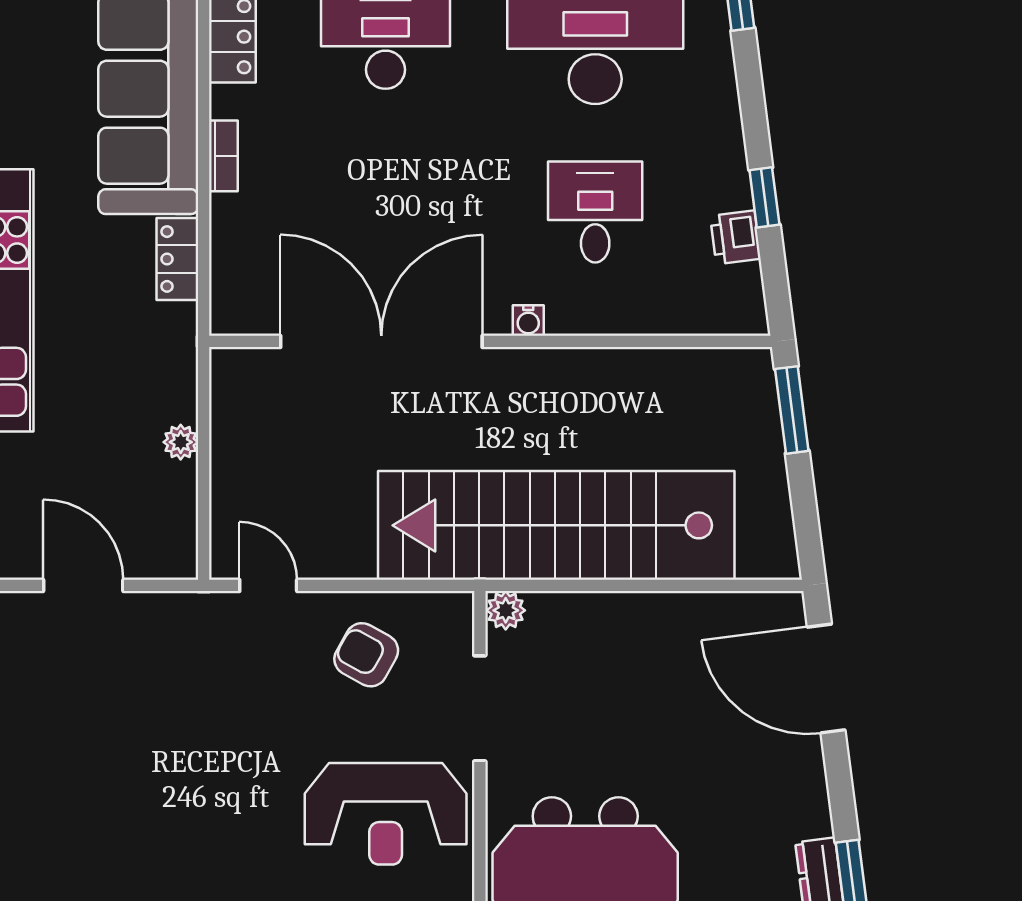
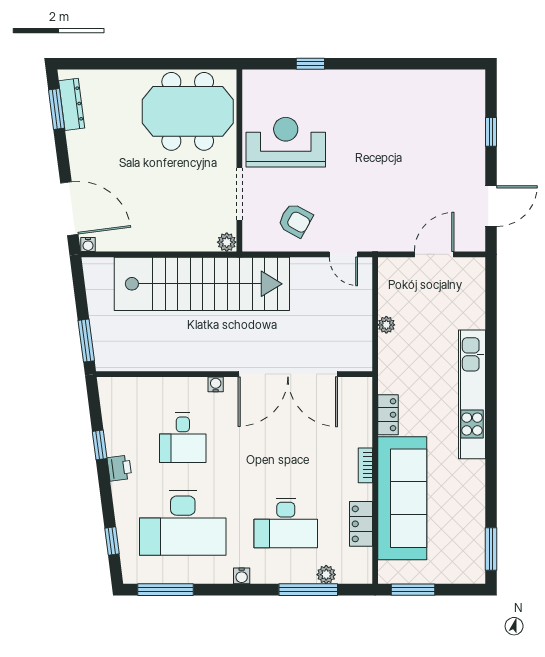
printer: (735, 237) -> (119, 468), moved
door: (83, 585) -> (434, 254), swing flipped
water cooler: (788, 605) -> (88, 245), added

